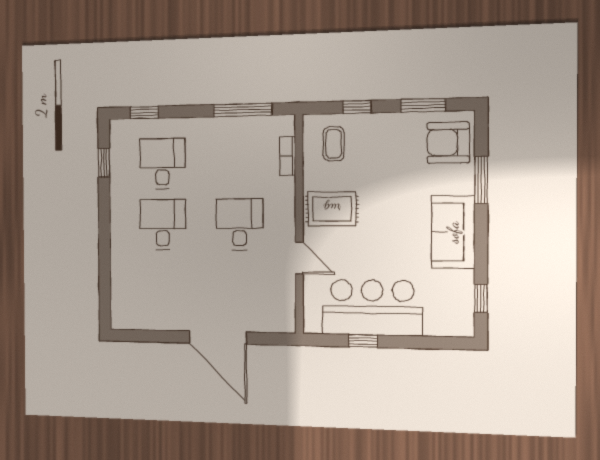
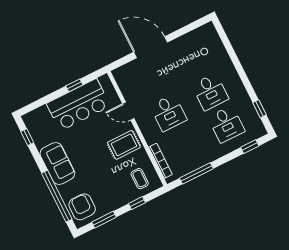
armchair: (448, 143) -> (82, 207), turned -90
bookcase: (288, 156) -> (160, 161), width x1.56
window: (481, 180) -> (57, 196), width x2.11

